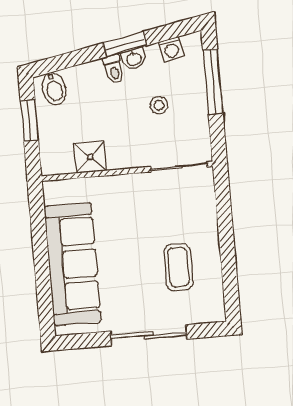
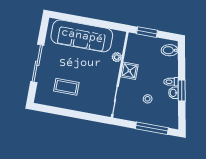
washing machine: (171, 49) -> (173, 112), removed
window: (29, 120) -> (147, 32), moved
shower: (90, 157) -> (129, 71), moved
plant: (95, 186) -> (117, 57), added

